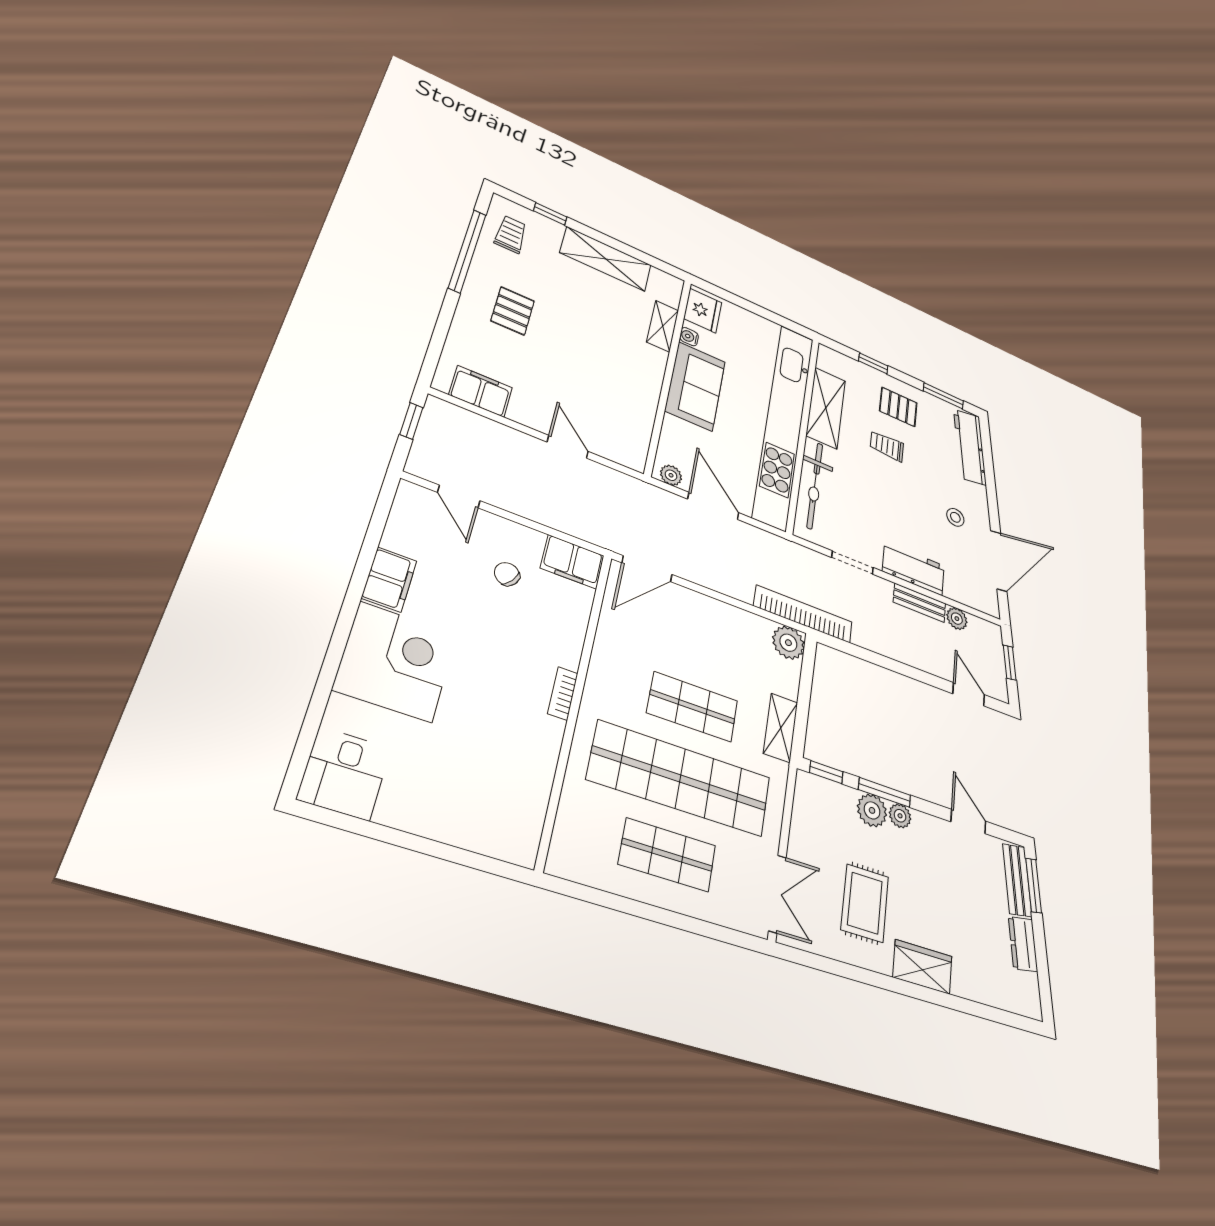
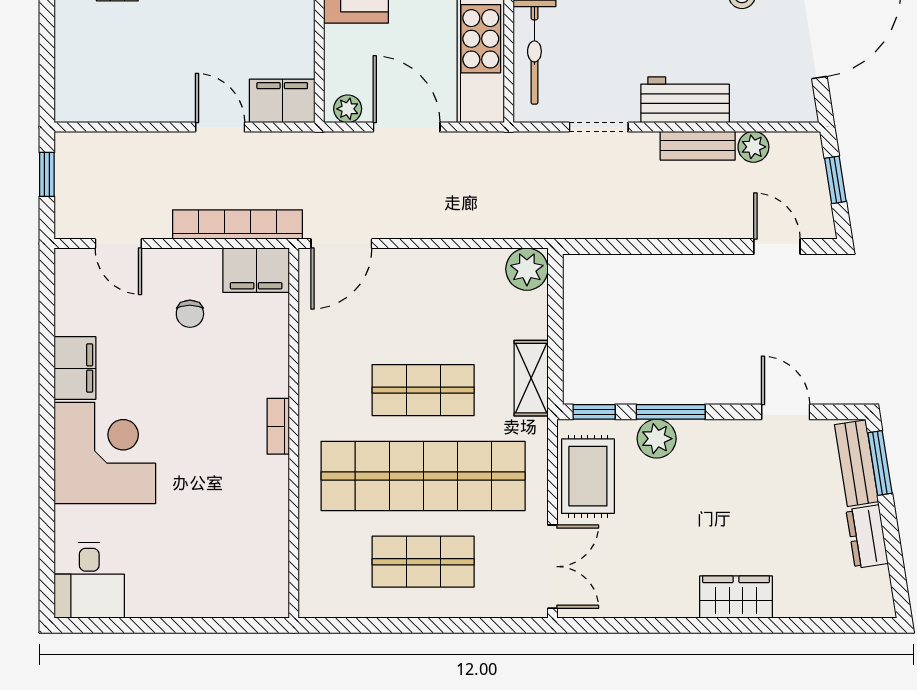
filing cabinet: (481, 391) -> (282, 101), moved
chair: (507, 574) -> (190, 314), turned -125
bookcase: (803, 614) -> (237, 225), moved
plant: (900, 816) -> (693, 434), removed
rug: (865, 903) -> (588, 476), moved

